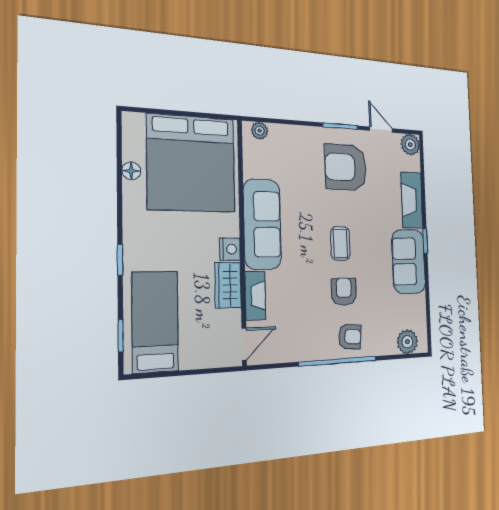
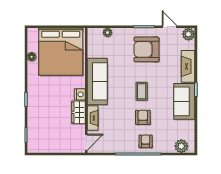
plant: (260, 131) -> (108, 32), moved
bed: (155, 322) -> (42, 129), removed
armchair: (350, 336) -> (146, 141), turned -96

